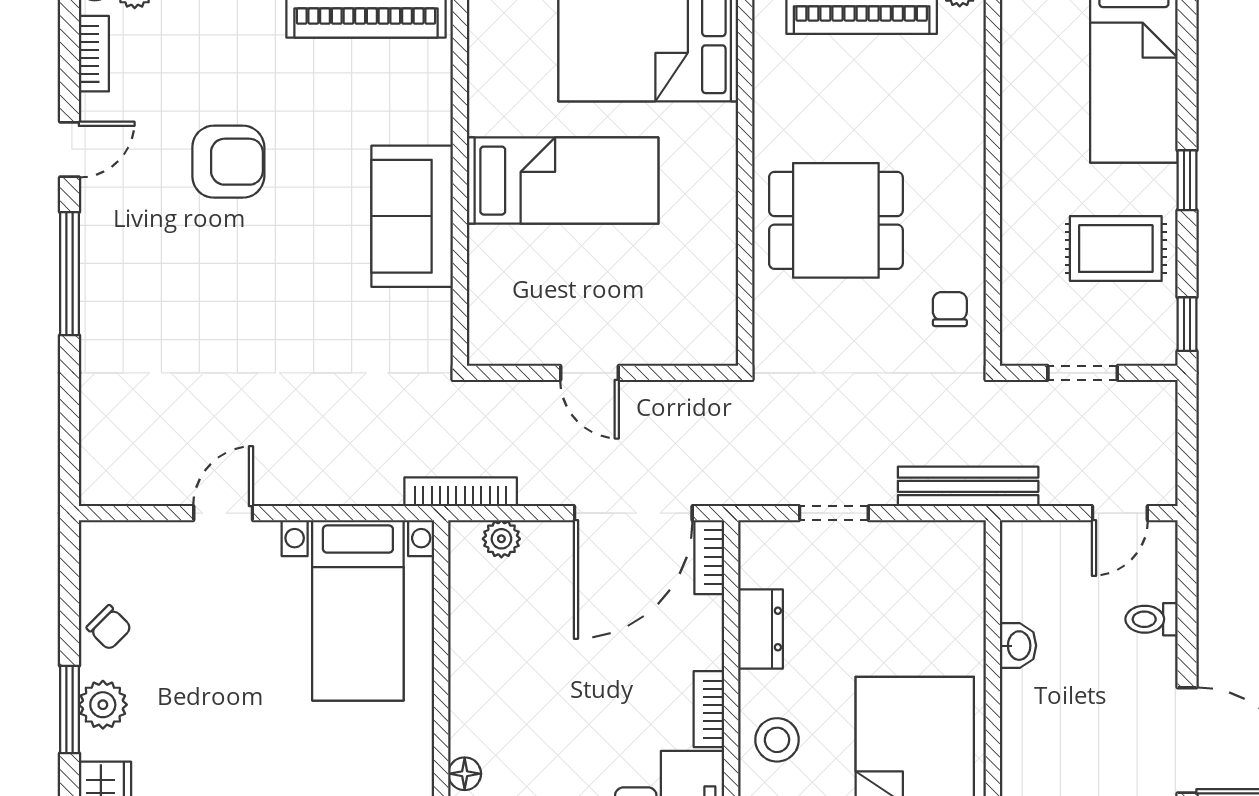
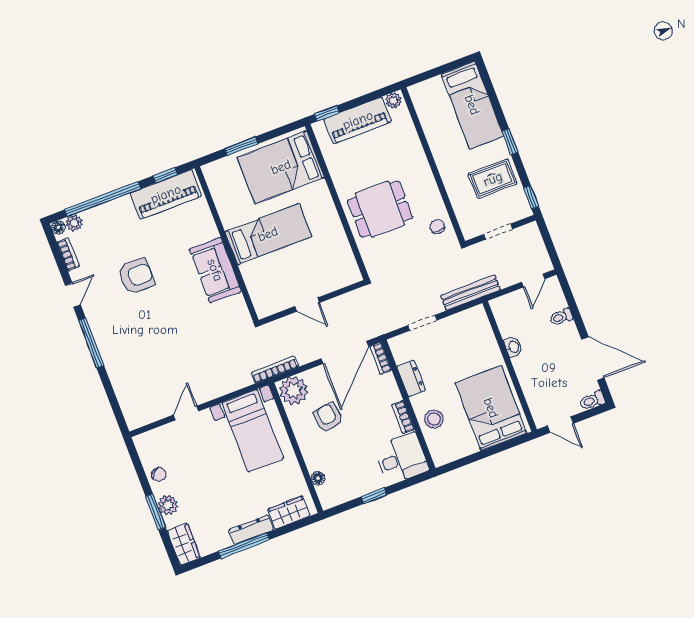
plant: (501, 539) -> (294, 391), width x1.88, depth x1.88
armchair: (539, 646) -> (328, 418), added

